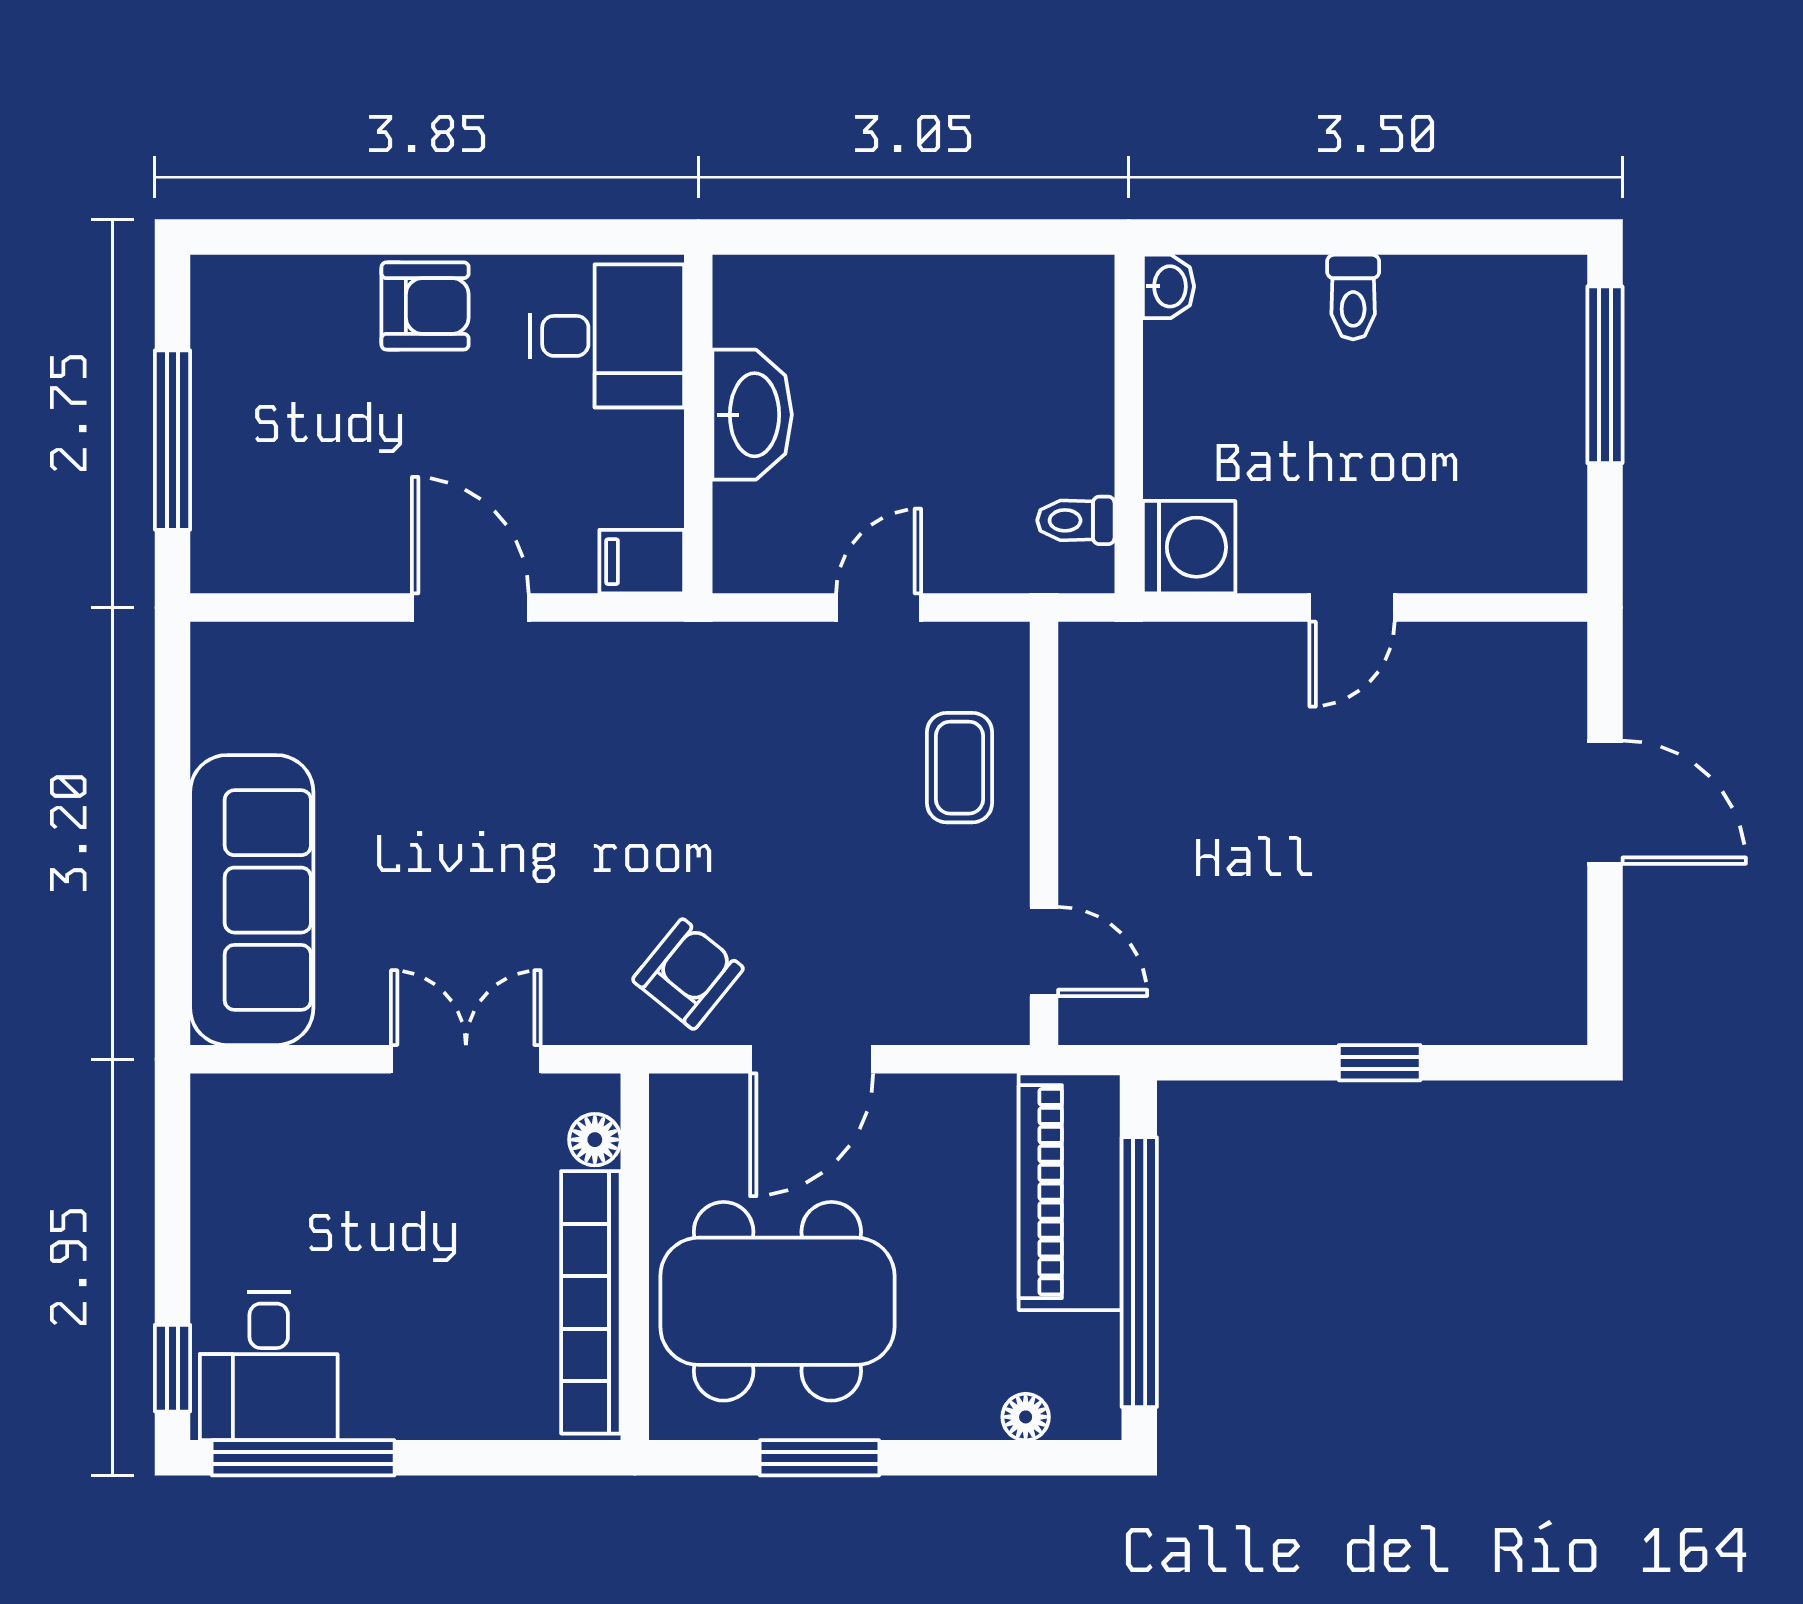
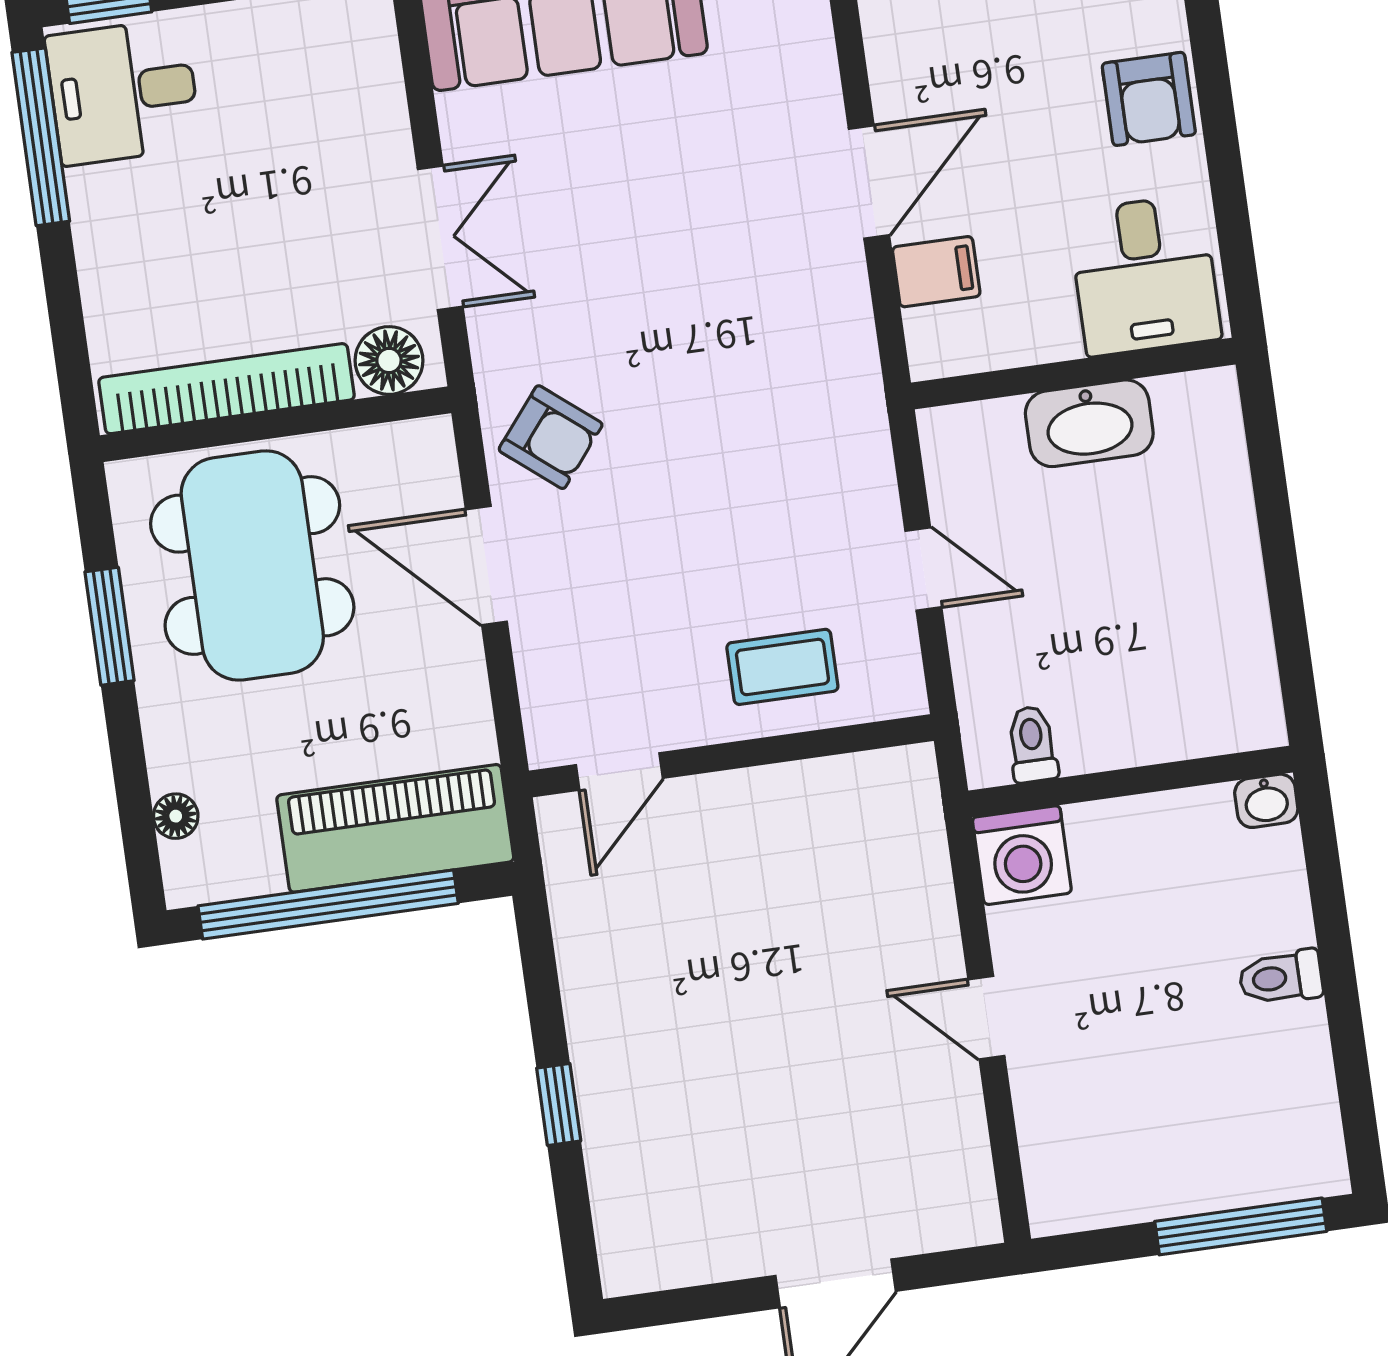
filing cabinet: (642, 562) -> (936, 272), moved, turned 90
floor lamp: (595, 1140) -> (389, 360), width x1.37, depth x1.37

